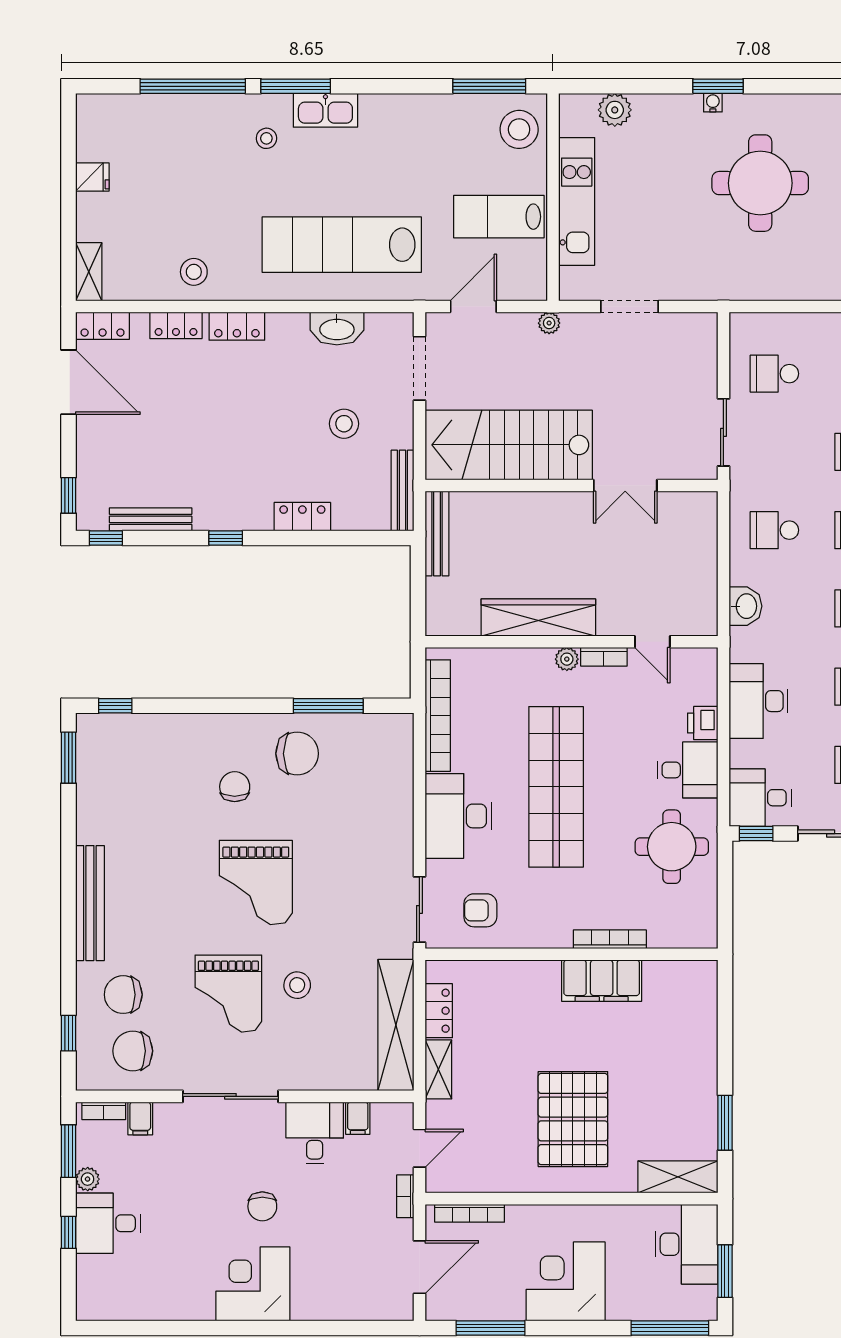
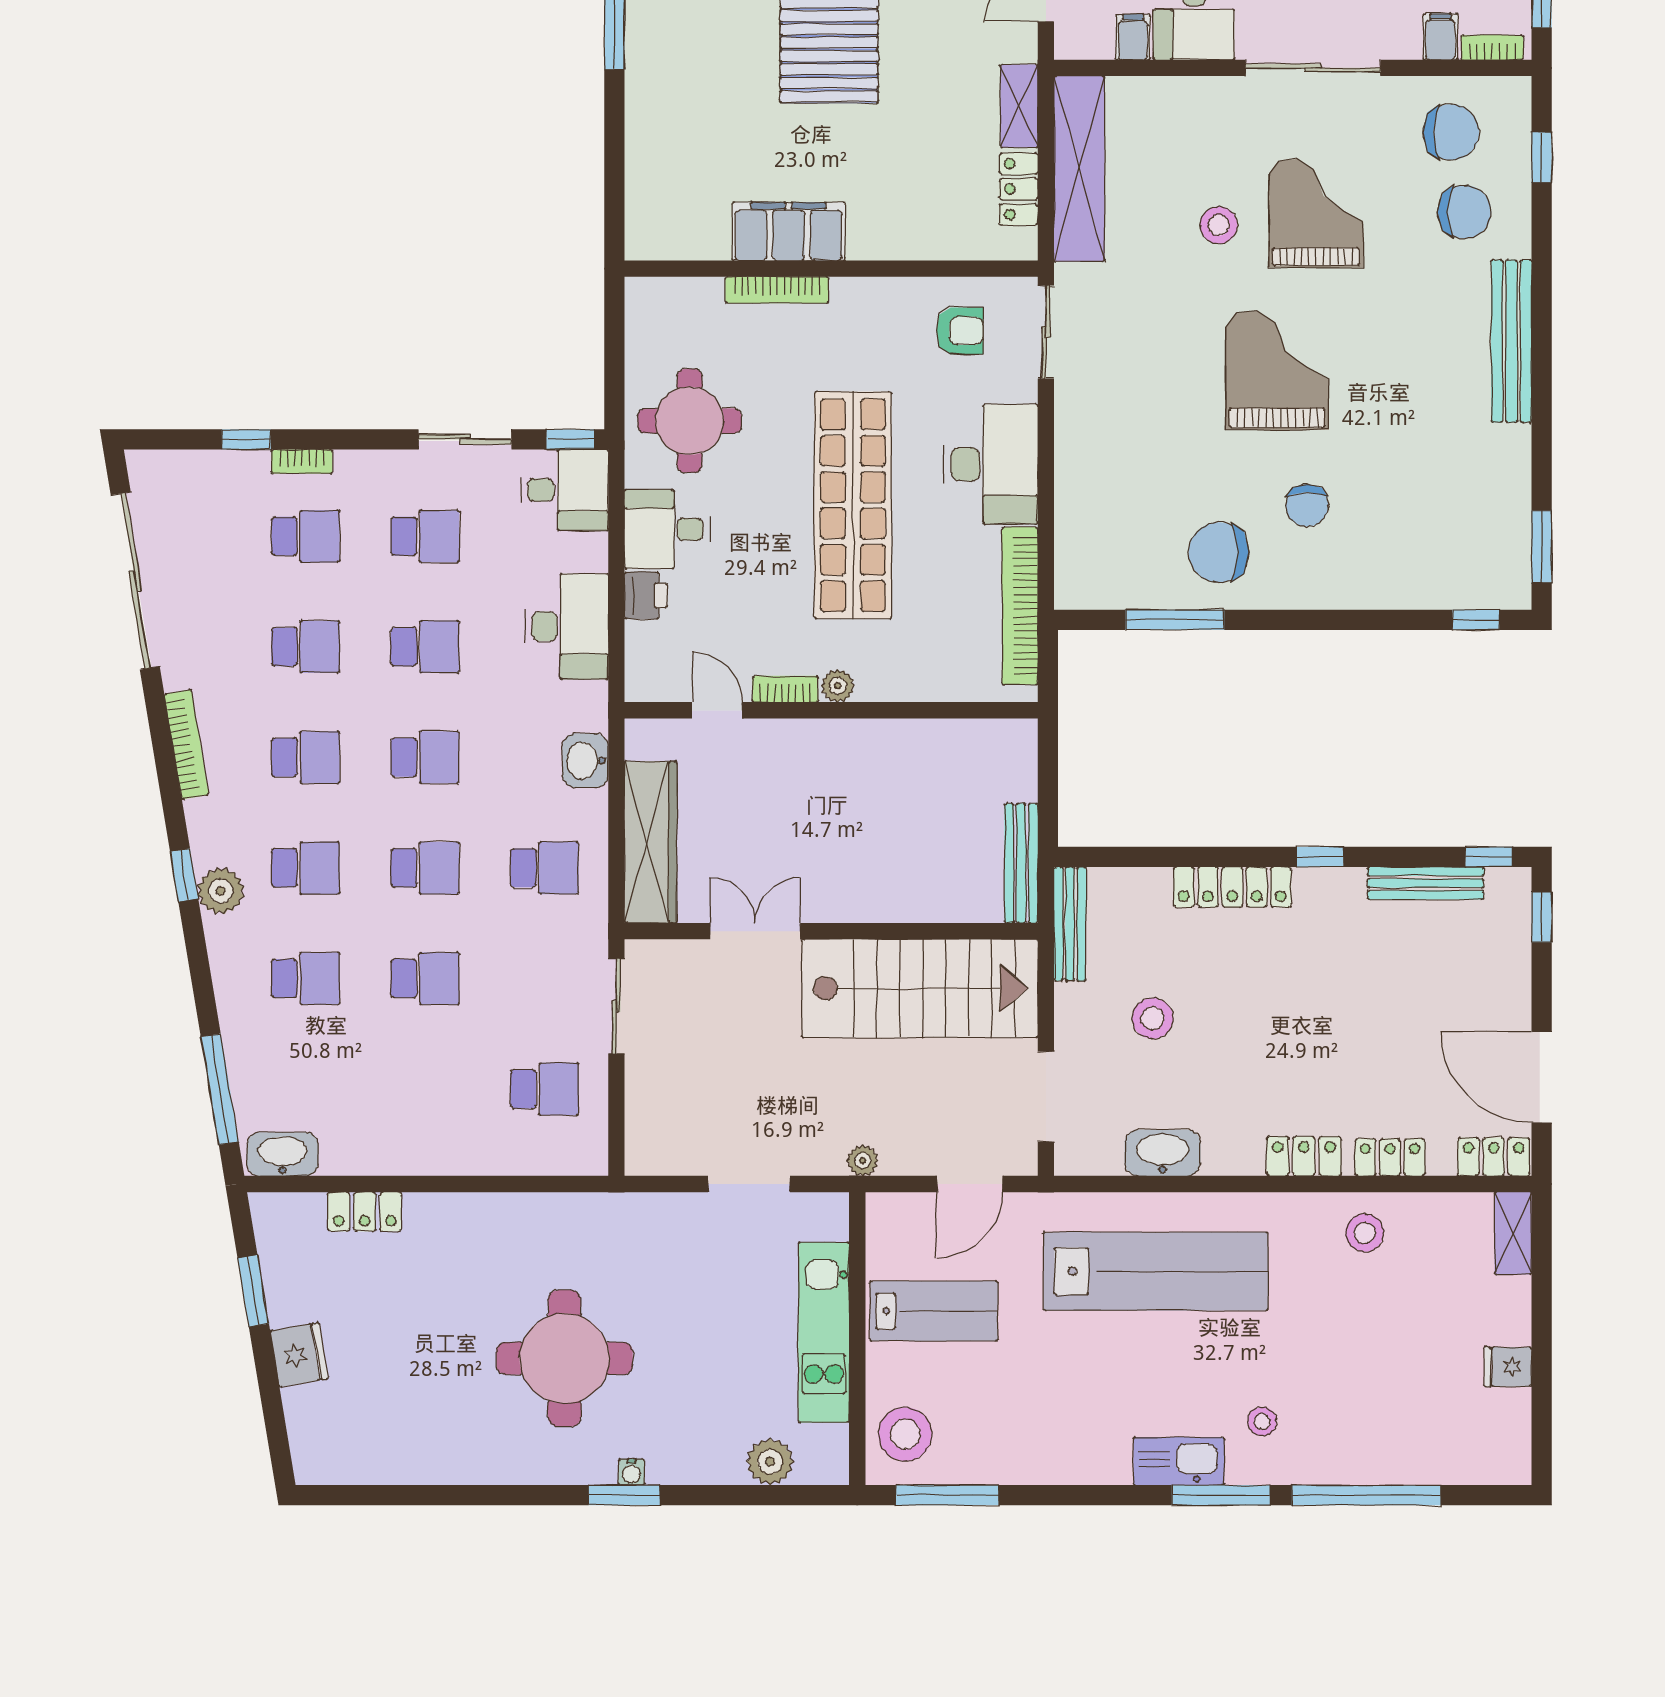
locker: (302, 517) -> (1232, 887), width x1.53
wardrobe: (538, 618) -> (651, 842), moved, turned -90

